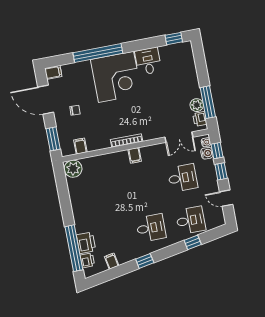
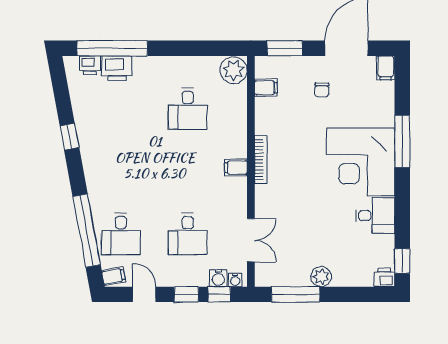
window: (98, 53) -> (402, 141), width x0.68
plant: (197, 105) -> (321, 277), moved
printer: (200, 119) -> (384, 277), moved
double door: (179, 137) -> (251, 240), swing flipped
door: (226, 198) -> (144, 294), hinge flipped
desk: (151, 228) -> (188, 109), moved
window: (193, 242) -> (87, 231), width x3.17
filing cabinet: (112, 261) -> (114, 276), moved
window: (145, 261) -> (69, 137), moved

